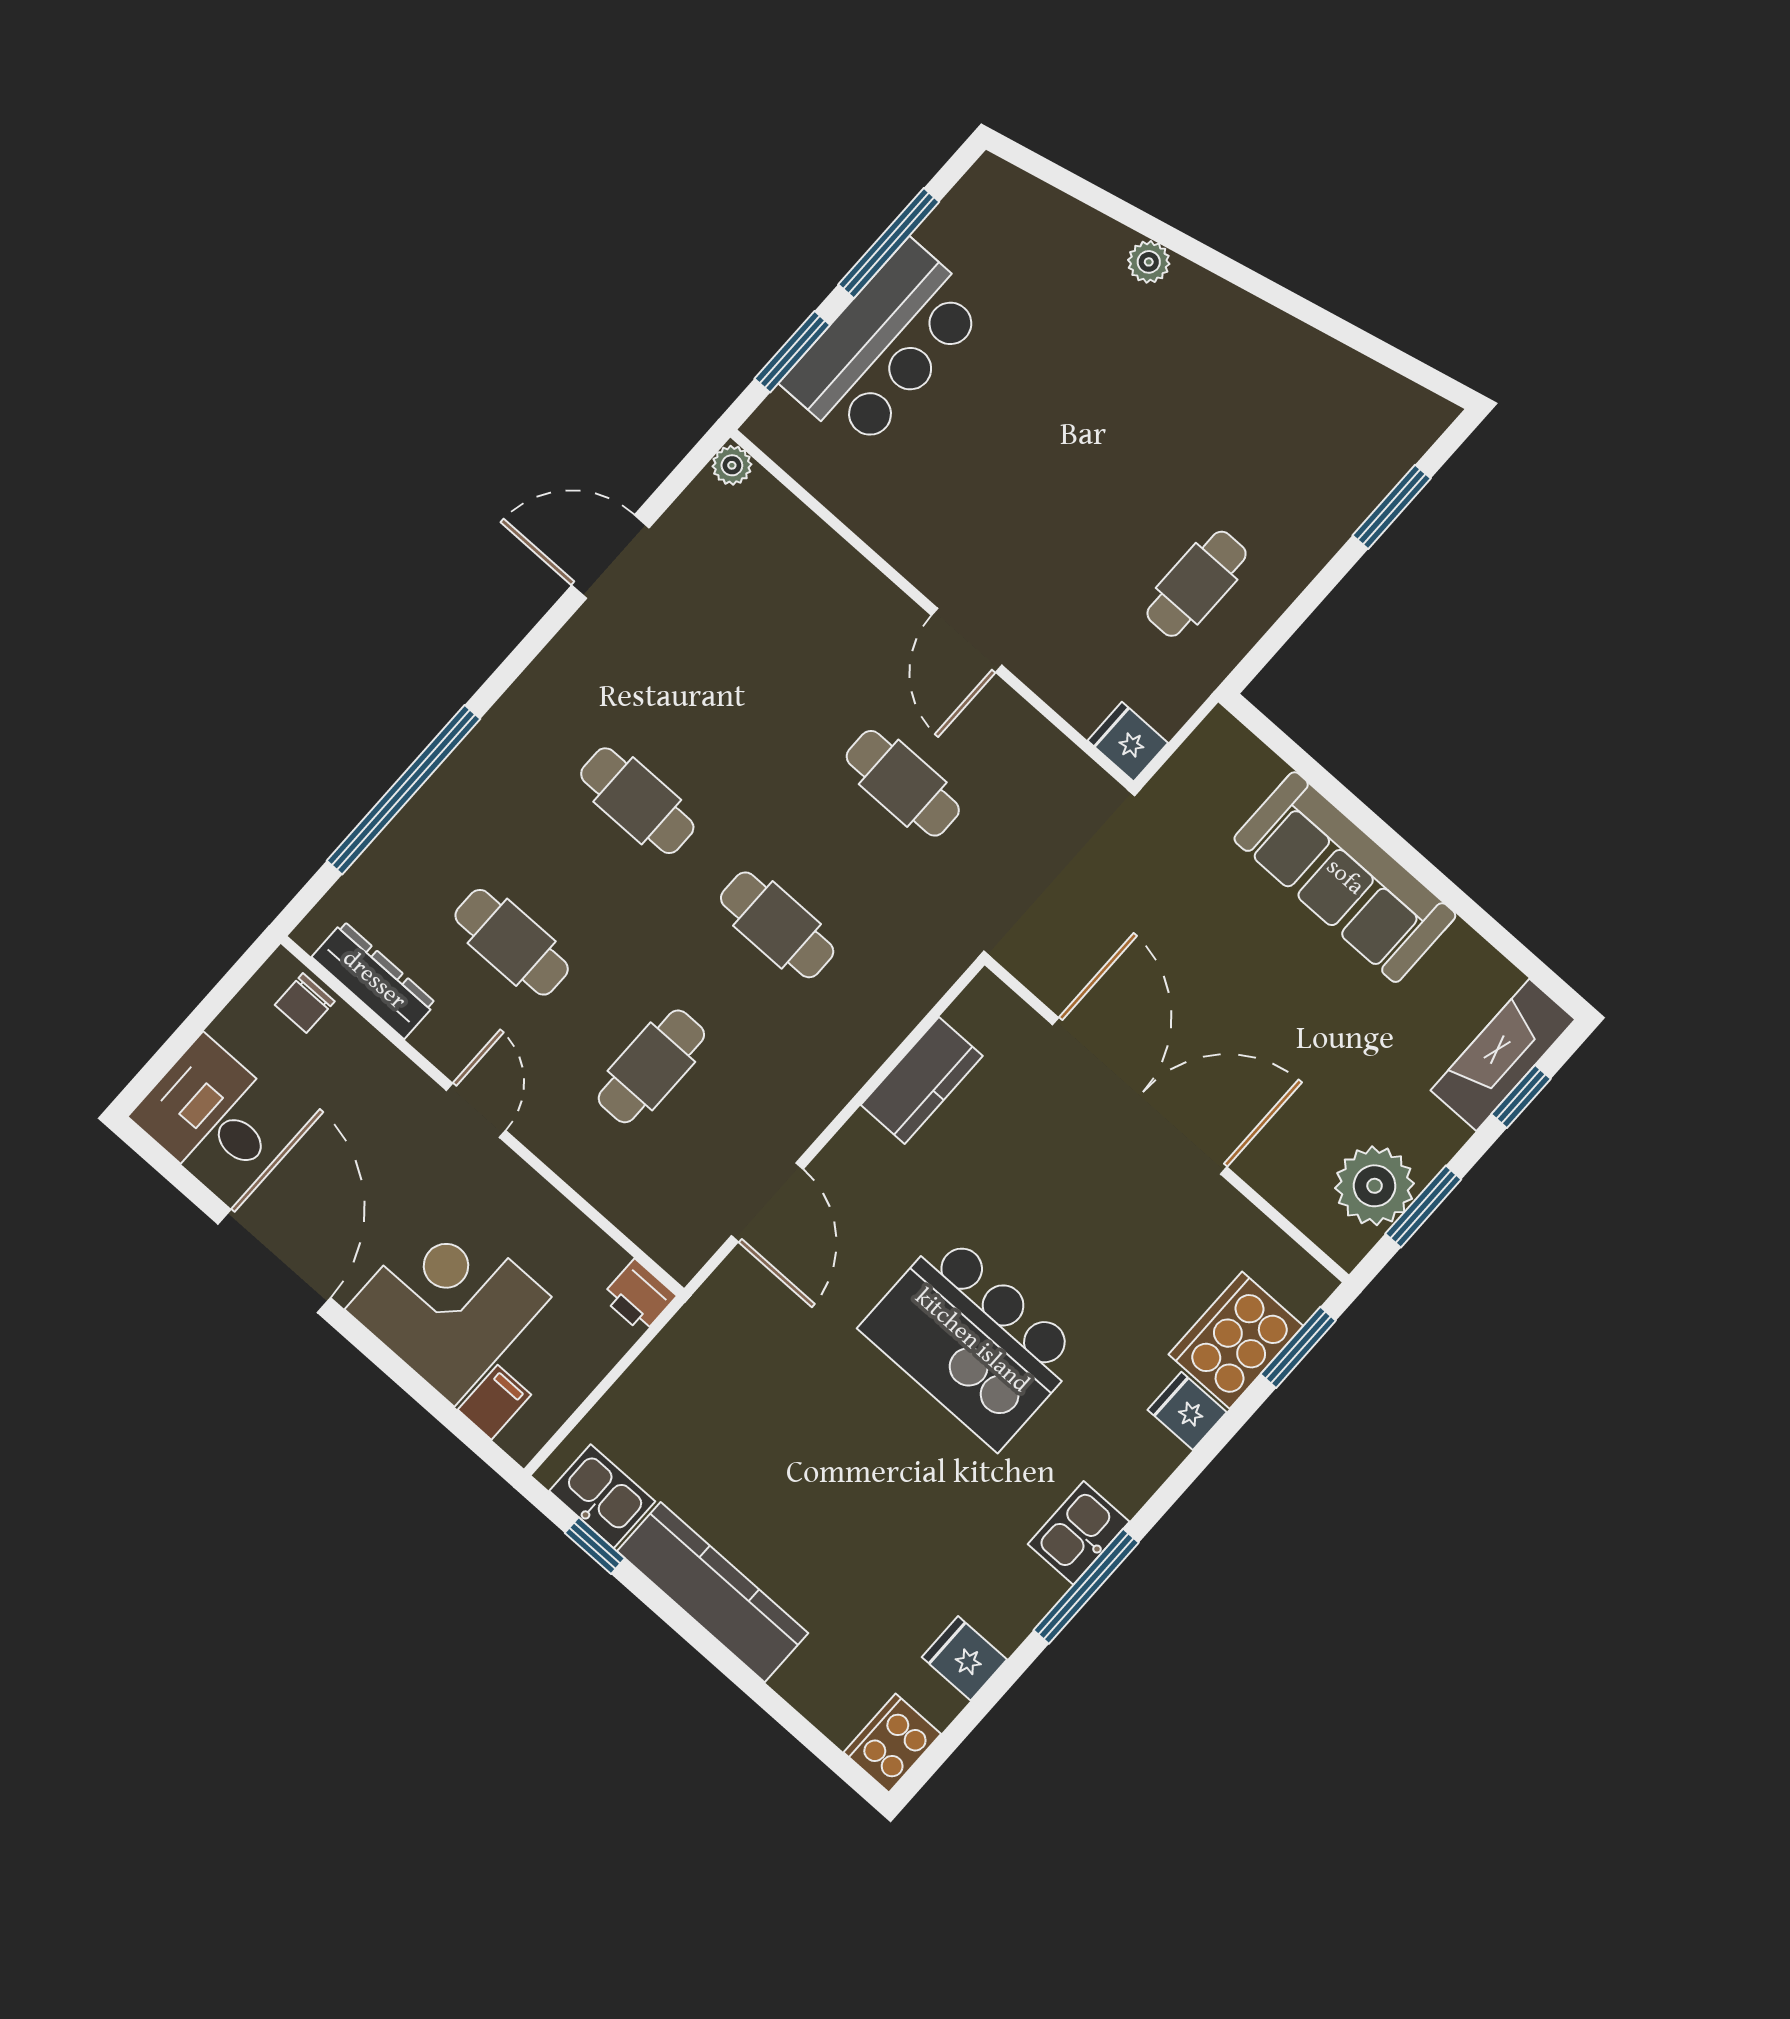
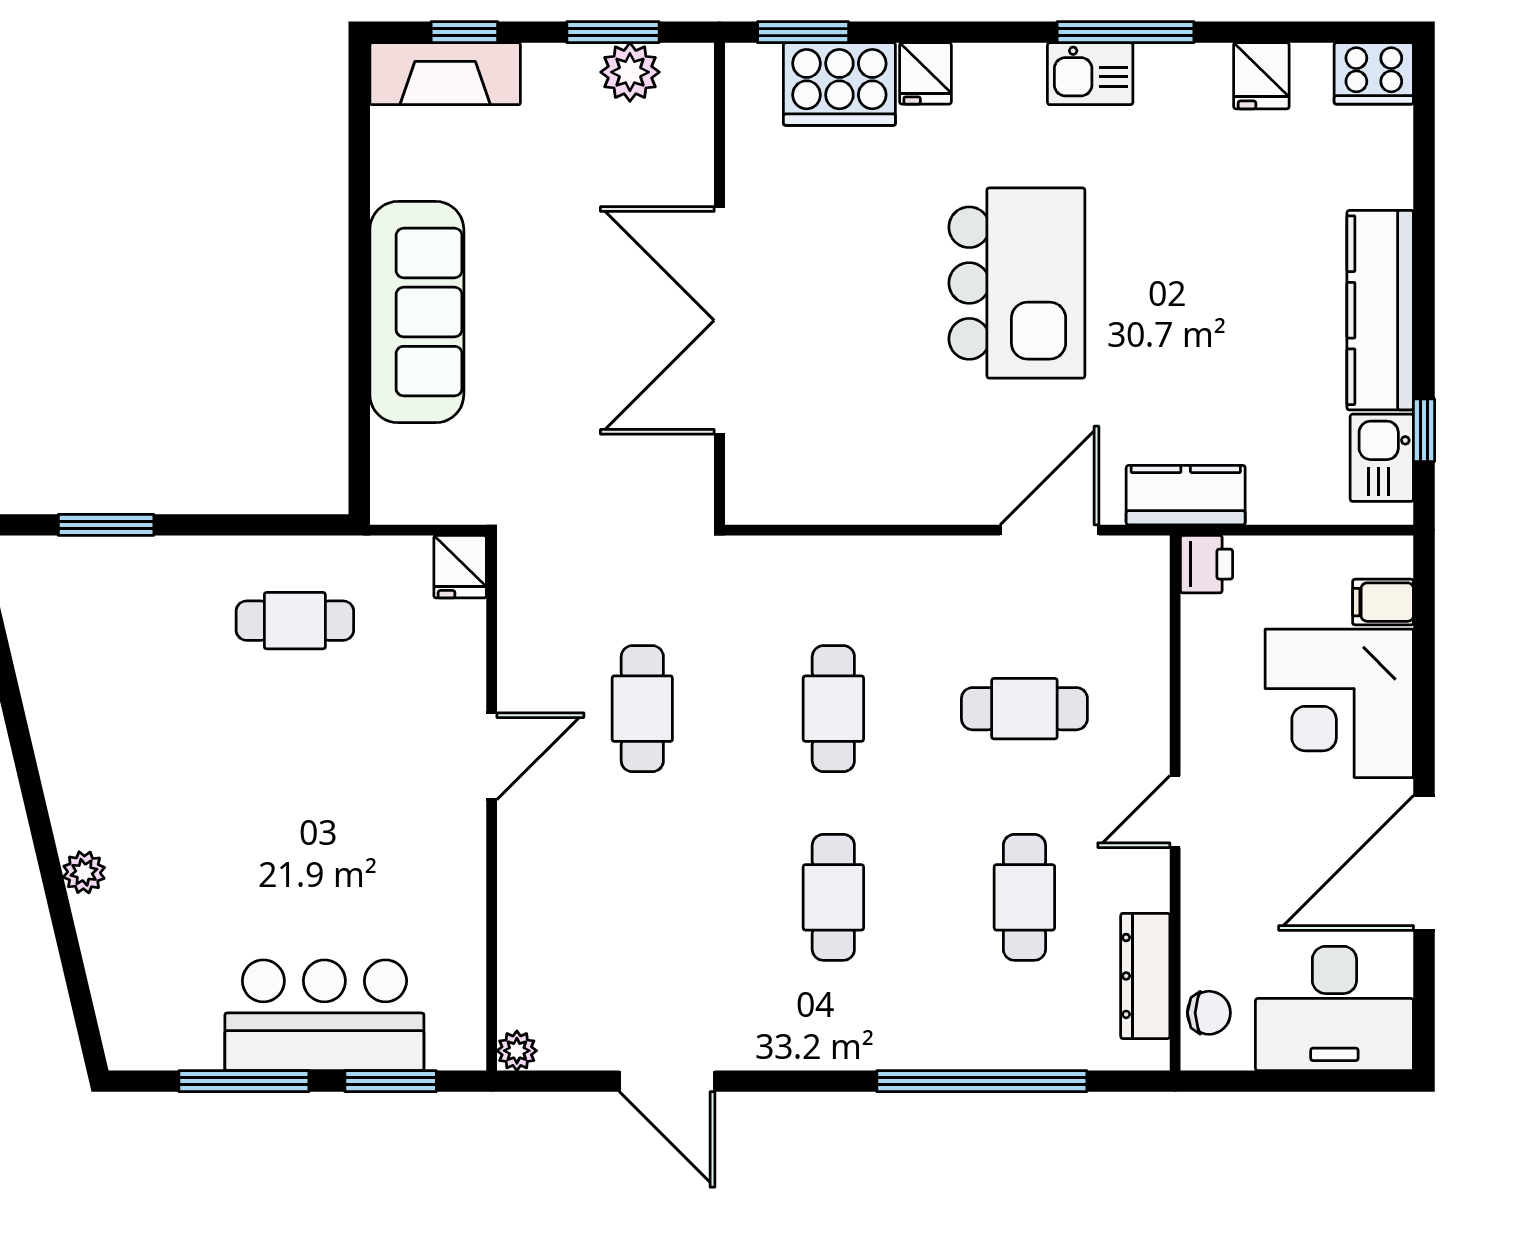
kitchen counter: (922, 1080) -> (1186, 495), moved
desk: (211, 1115) -> (1334, 1008), width x1.37
plant: (1375, 1186) -> (630, 72), width x0.73, depth x0.73

